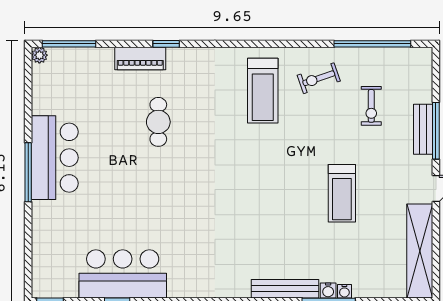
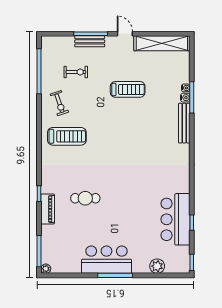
plant: (44, 243) -> (157, 266), added

